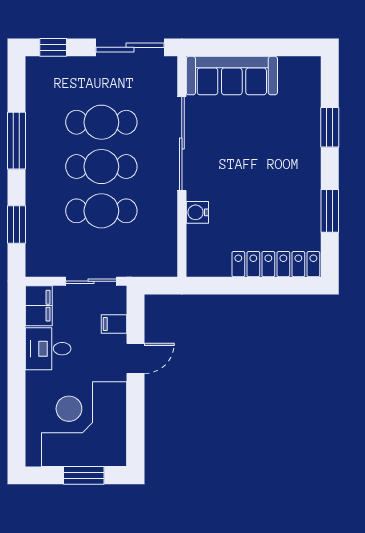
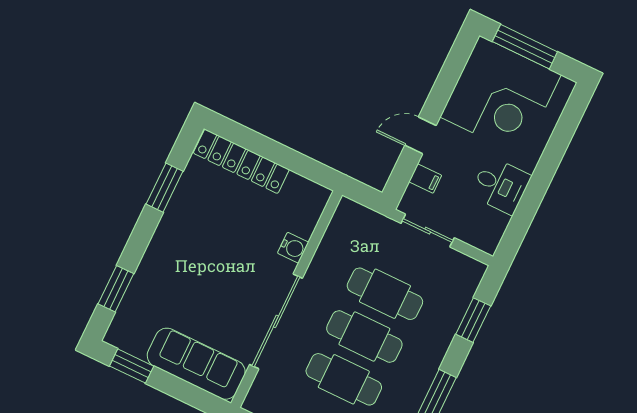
window: (285, 47) -> (132, 366), added
window: (330, 127) -> (116, 289), moved
filing cabinet: (39, 306) -> (490, 231), removed
window: (84, 475) -> (525, 47), width x1.44

